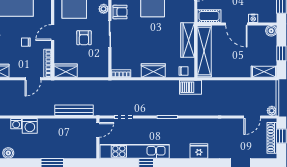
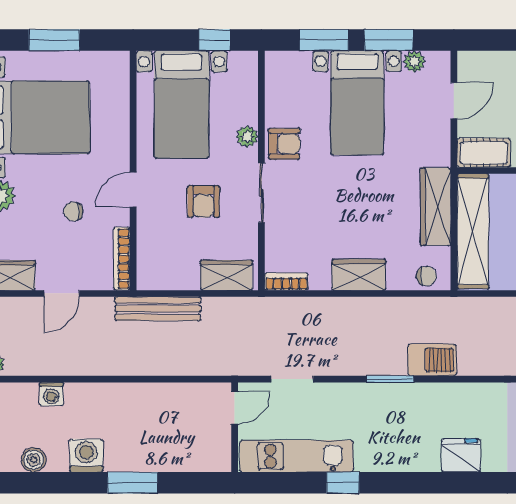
wardrobe: (66, 71) -> (226, 275), moved
door: (33, 79) -> (62, 293), moved
barbecue: (191, 87) -> (432, 360), moved, turned 180
bench: (74, 110) -> (158, 309), moved
washing machine: (30, 126) -> (86, 455), moved, turned 180
kitchen unit: (135, 151) -> (296, 456), width x0.73

